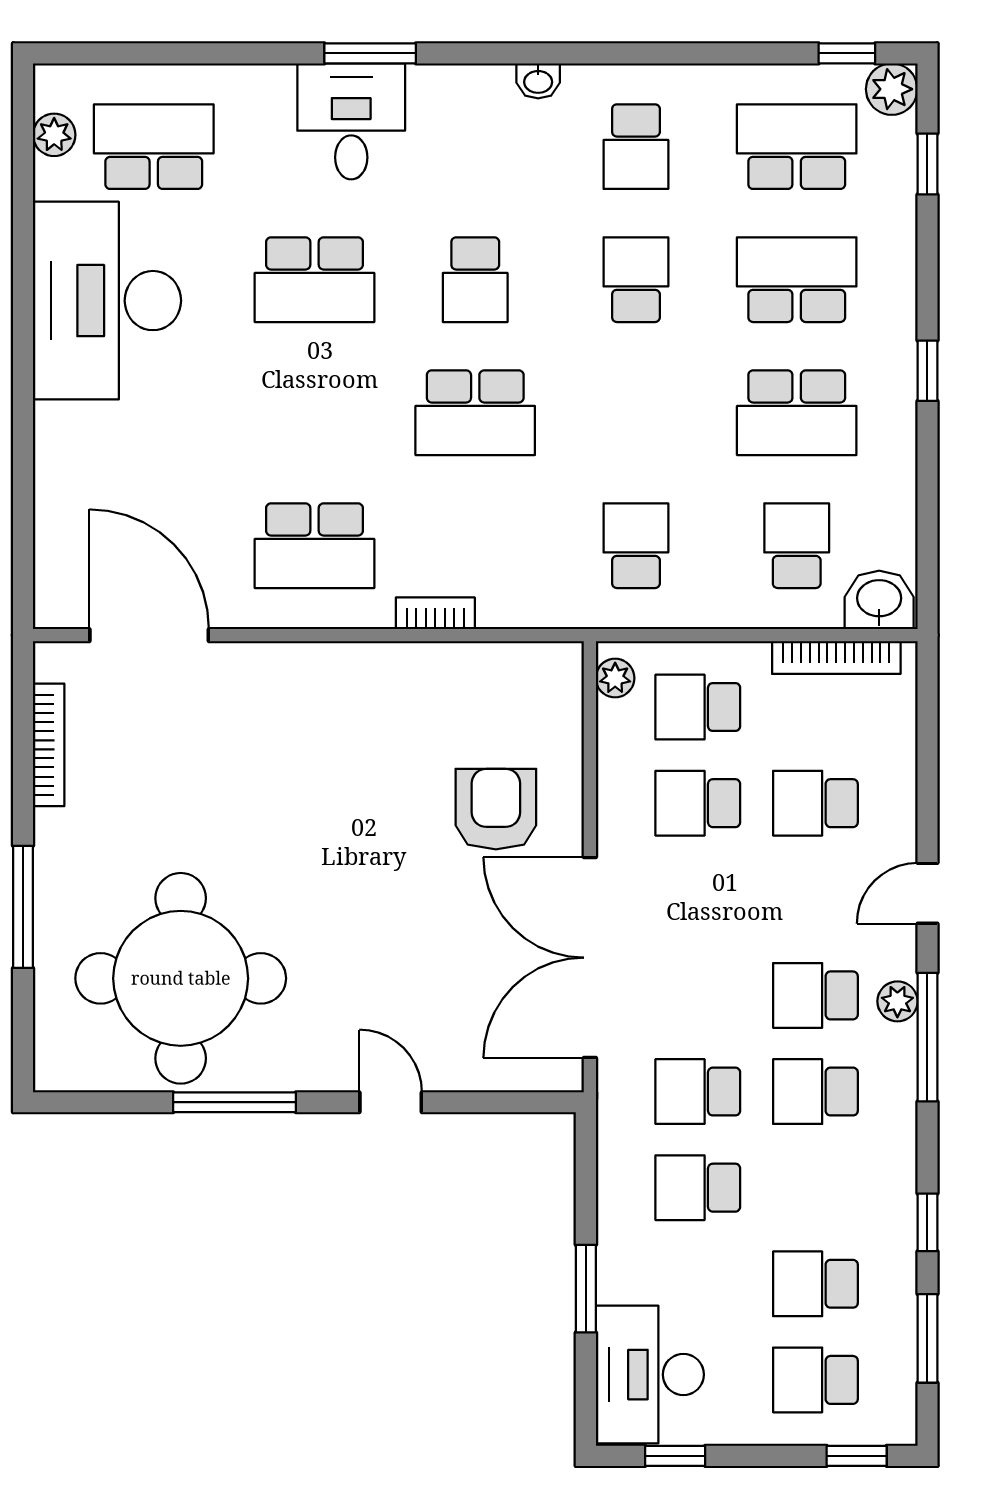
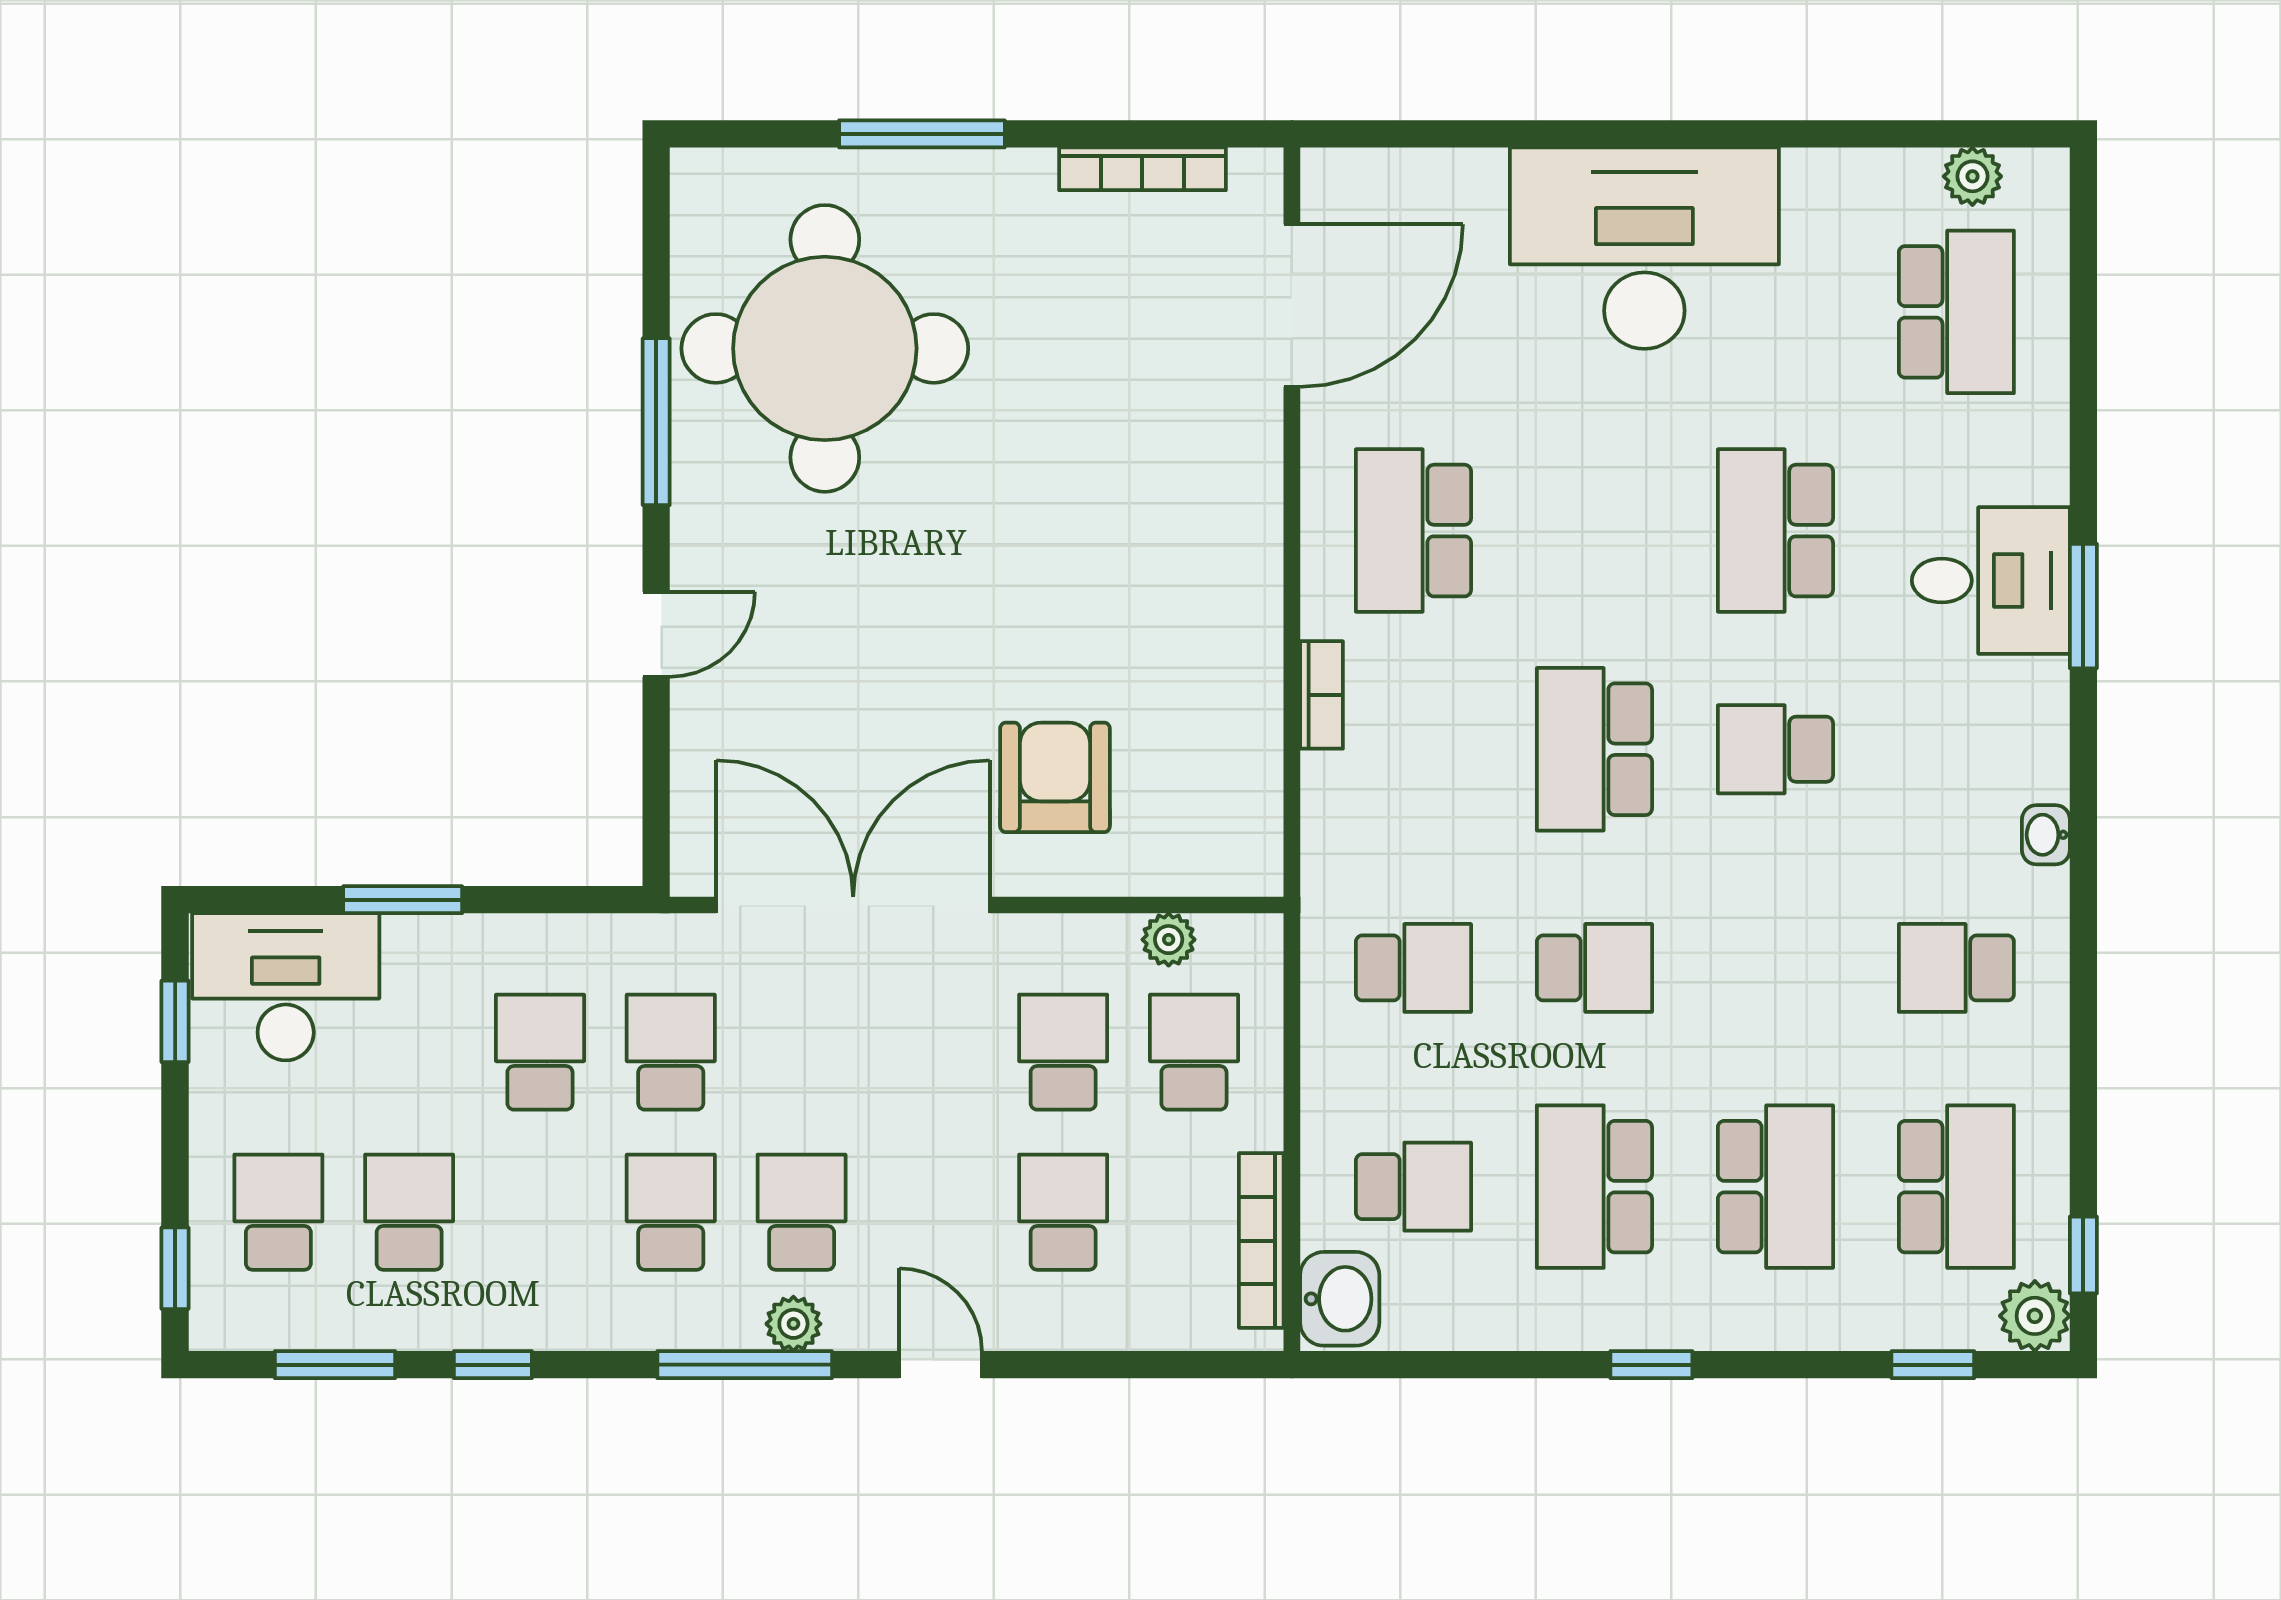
school desk: (636, 280) -> (1594, 968), moved
desk: (107, 301) -> (1644, 248), moved
plant: (615, 678) -> (1169, 940), moved
armchair: (496, 809) -> (1055, 777), turned -90

